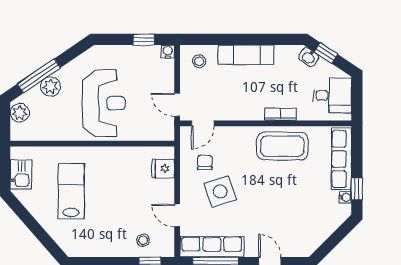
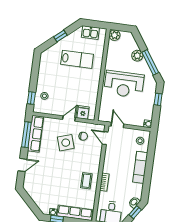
window: (144, 39) -> (158, 99), moved
window: (39, 76) -> (150, 62), moved
door: (177, 105) -> (117, 125), hinge flipped
plant: (20, 113) -> (115, 35), moved
coffee table: (282, 146) -> (86, 181), width x0.54, depth x0.58
door: (177, 215) -> (69, 119), moved
window: (34, 226) -> (60, 36), added

